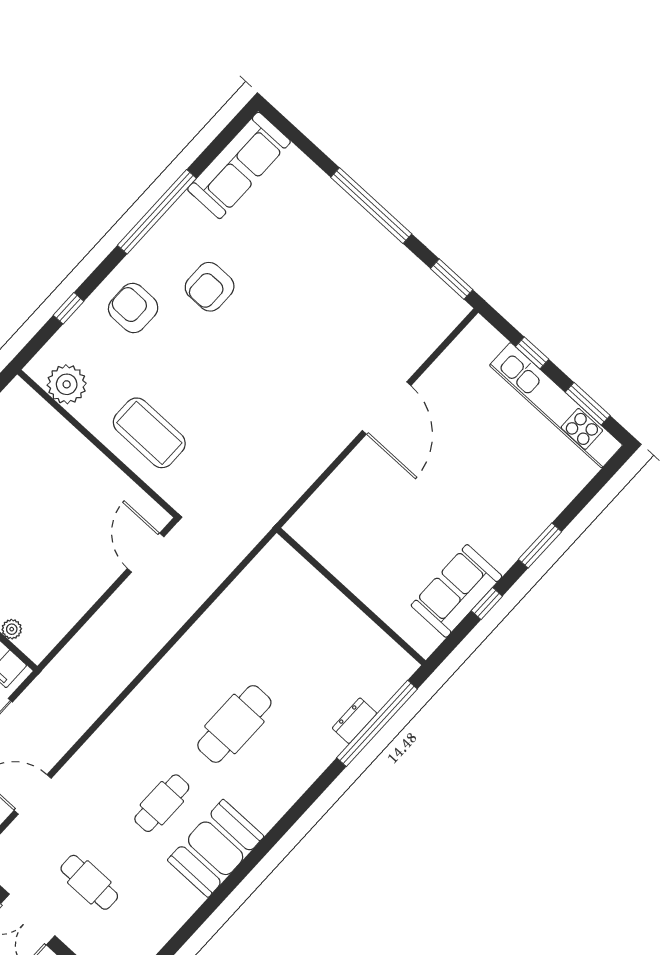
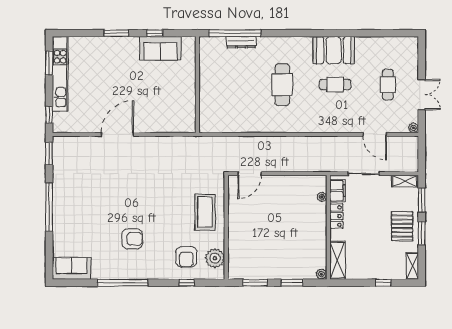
sofa: (239, 165) -> (72, 268), width x0.73
armchair: (133, 308) -> (186, 257), moved
window: (532, 353) -> (49, 115), moved
dresser: (354, 721) -> (241, 42), width x1.44
cafe table: (234, 724) -> (282, 85), turned 90

